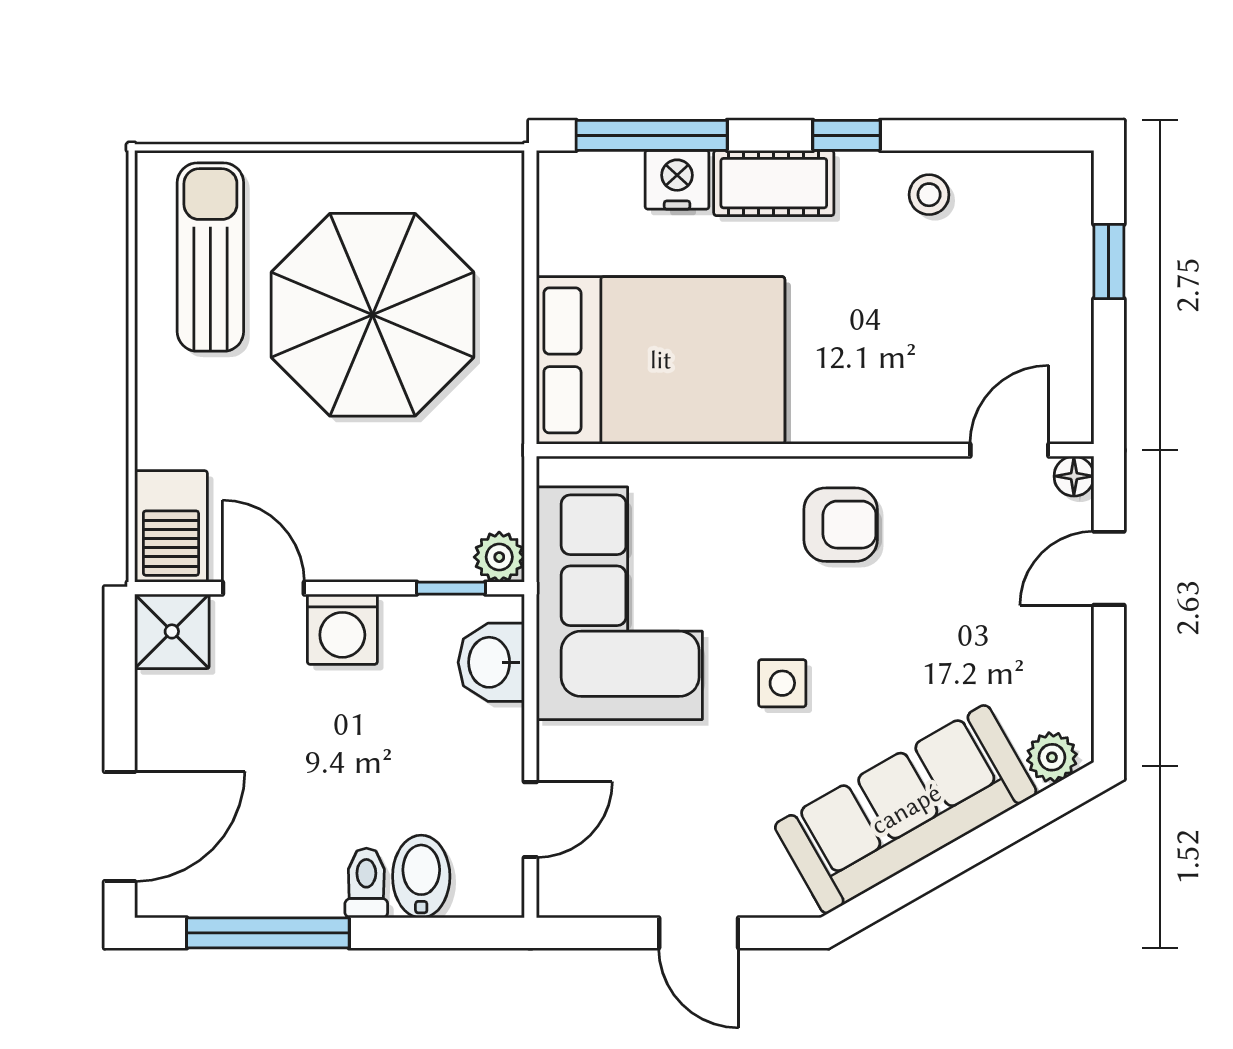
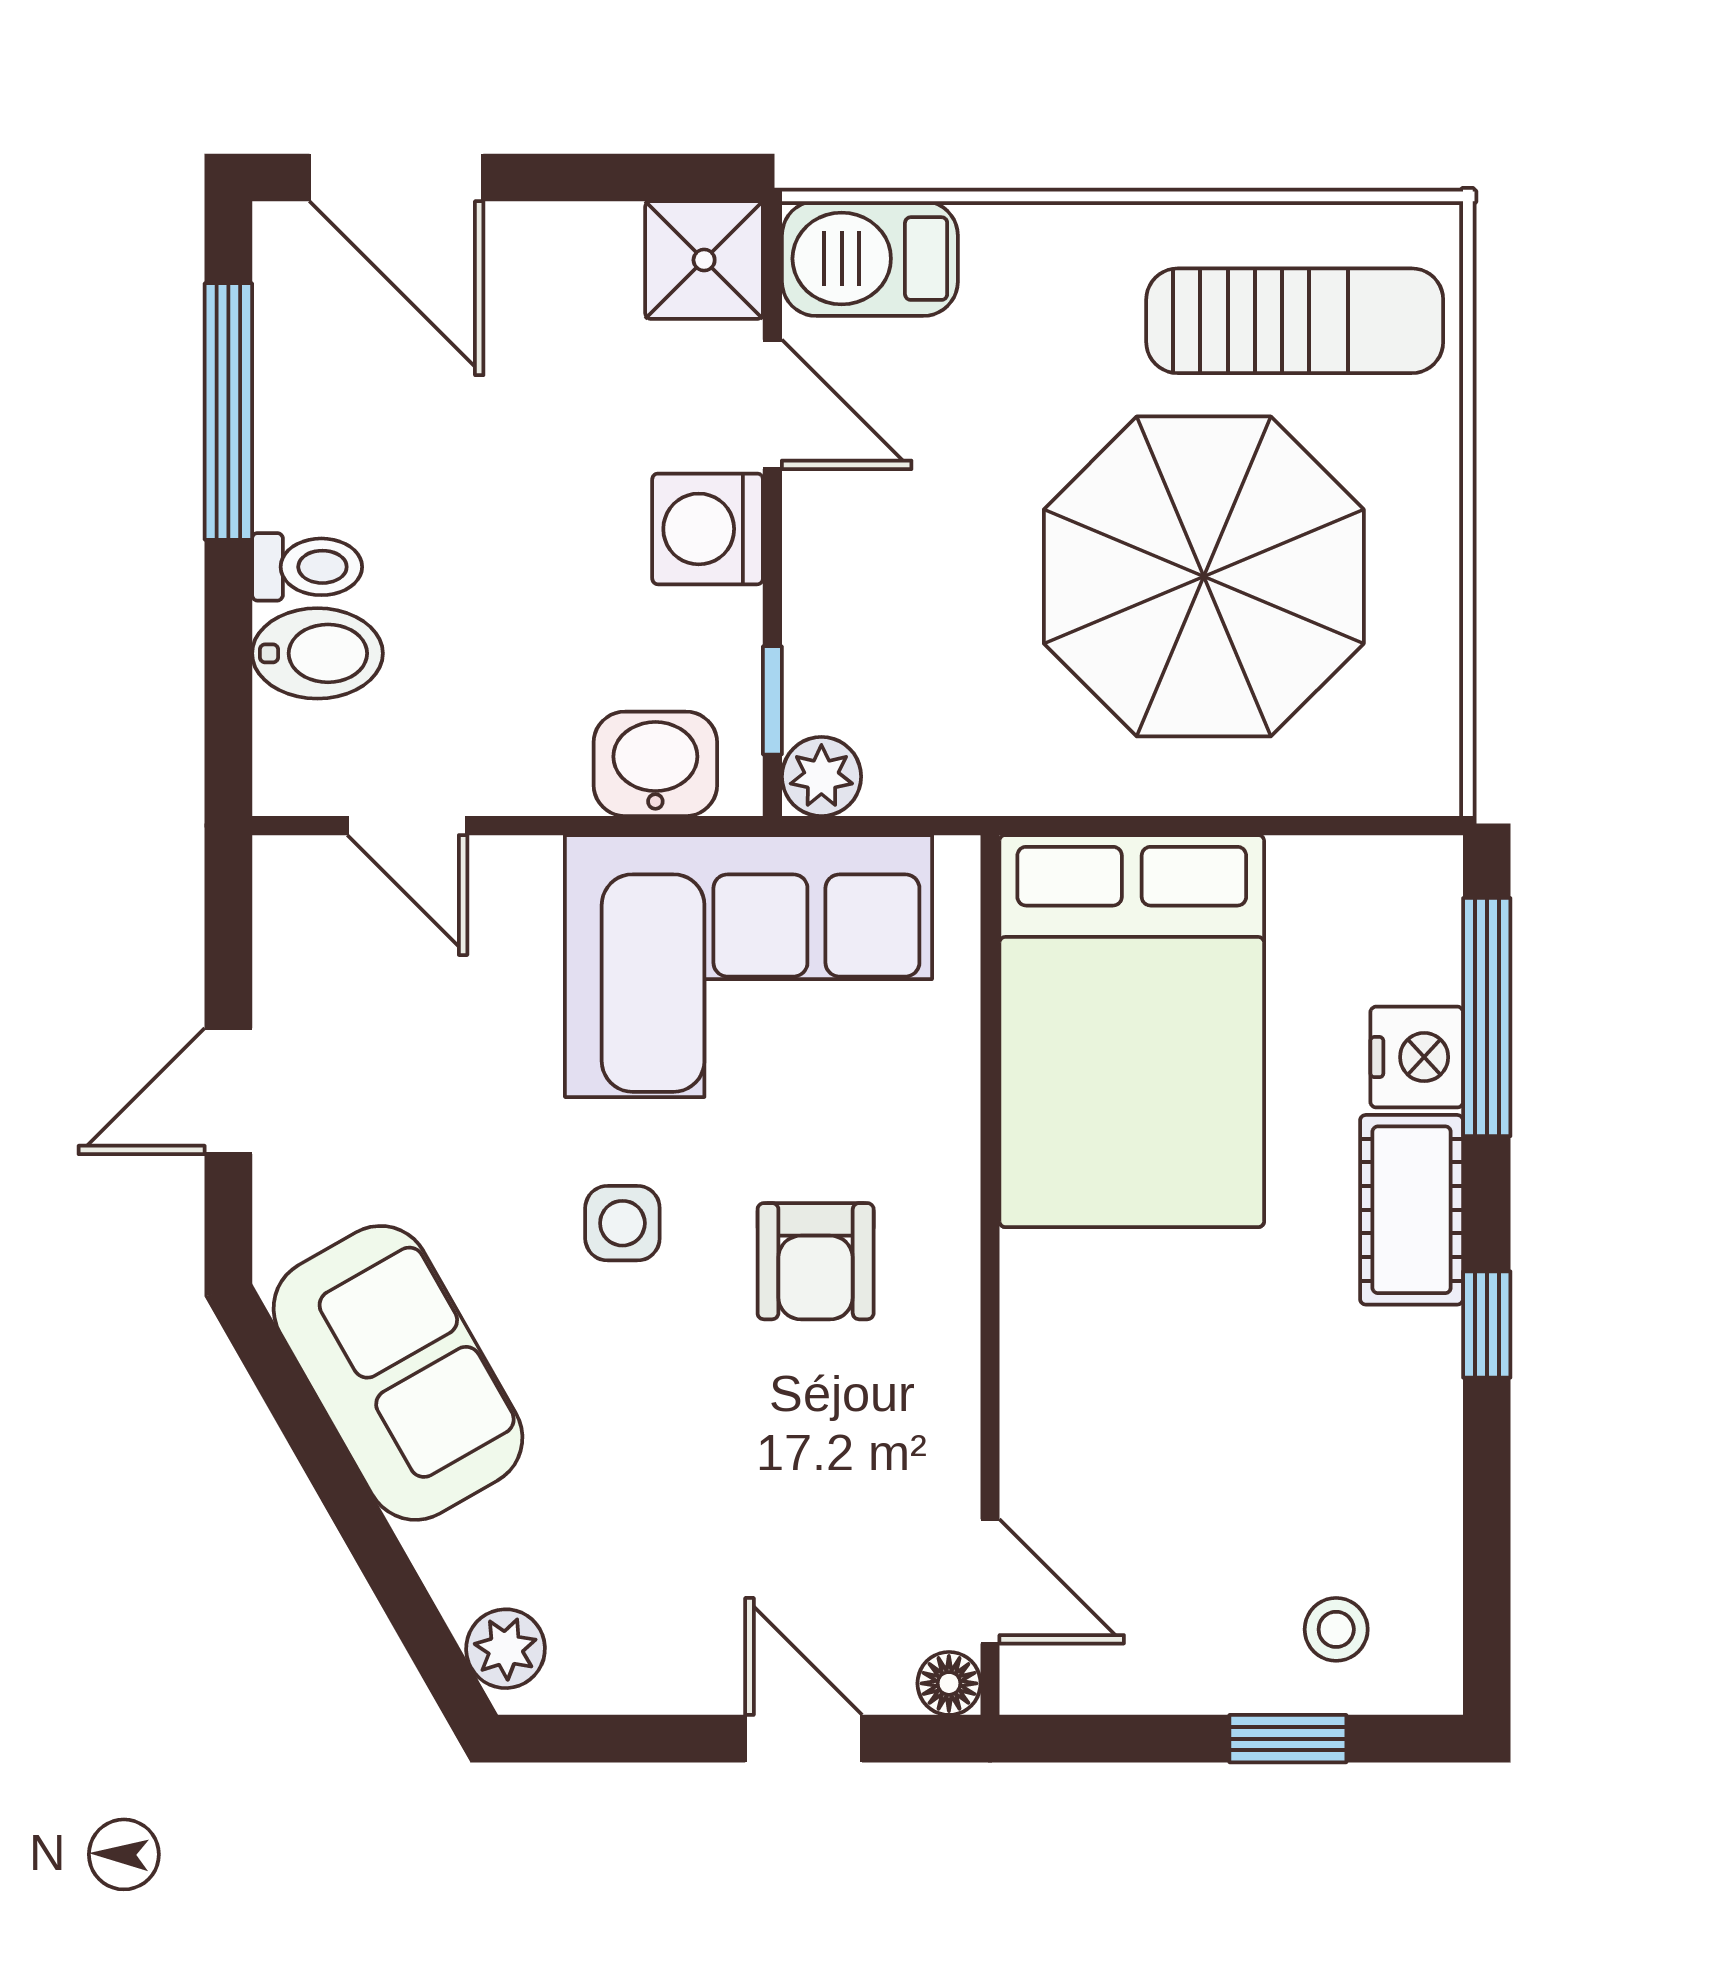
stool: (929, 195) -> (1336, 1629), moved
armchair: (841, 525) -> (816, 1261), moved
door: (263, 588) -> (772, 404), hinge flipped
sofa: (906, 809) -> (398, 1373), width x0.73

